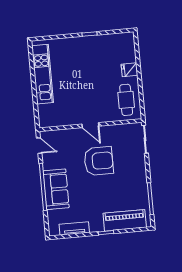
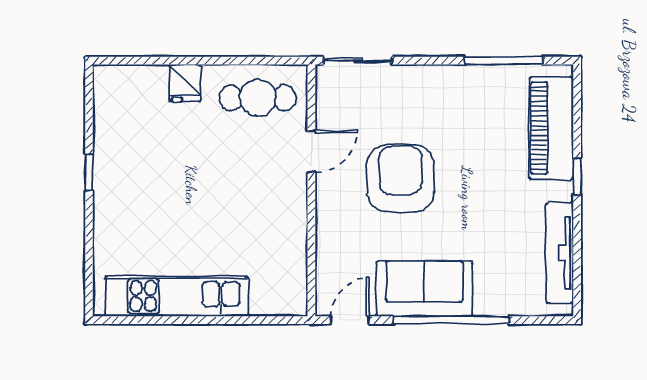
door: (90, 125) -> (311, 151), moved
sofa: (56, 189) -> (424, 289), moved
tv unit: (74, 228) -> (560, 253), width x1.41

